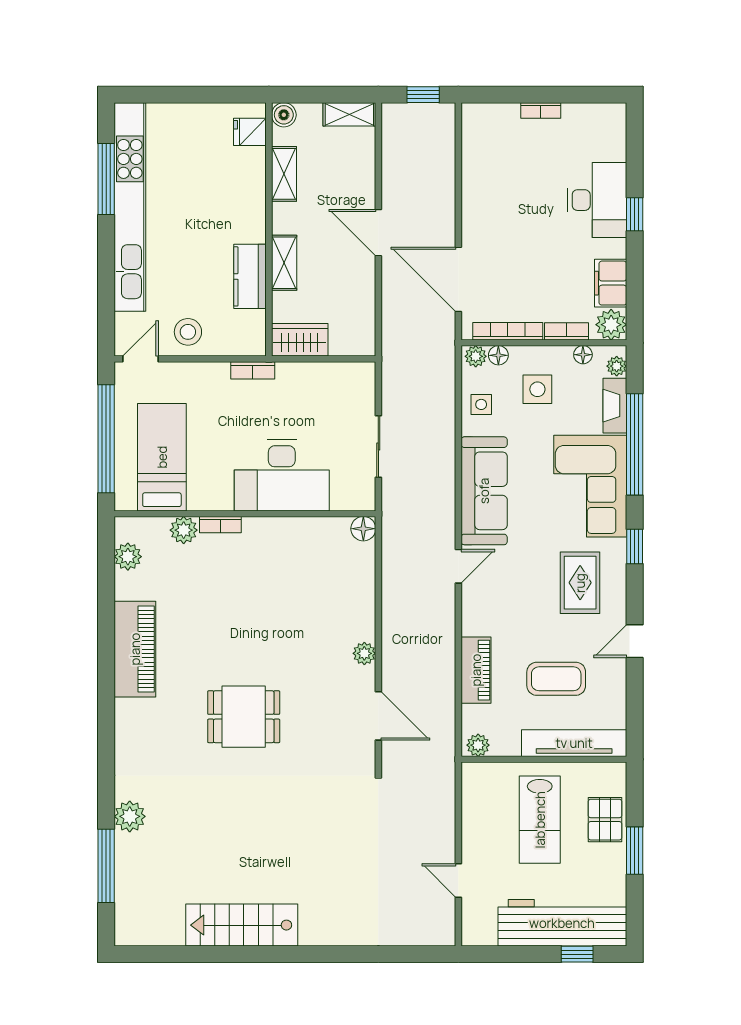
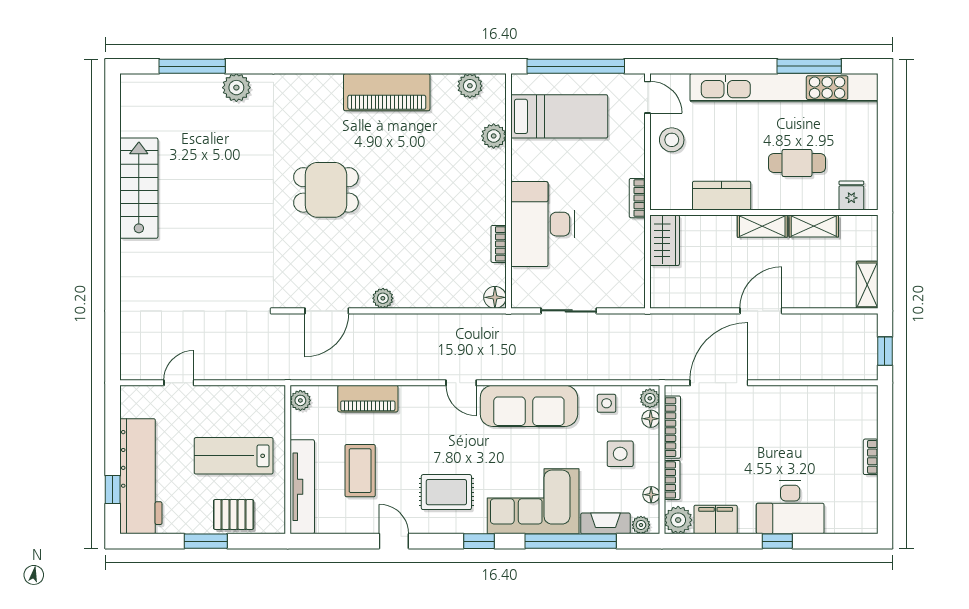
boiler: (284, 115) -> (867, 226), removed
cafe table: (214, 192) -> (797, 163), added
shelving: (284, 263) -> (762, 226), moved
bookcase: (220, 525) -> (499, 244), moved
dining table: (244, 717) -> (326, 190), turned 90

